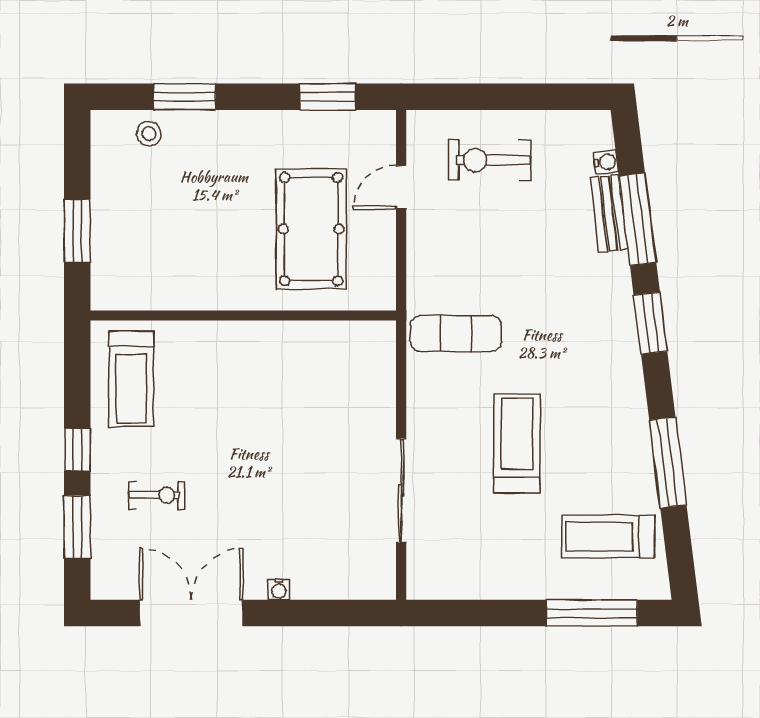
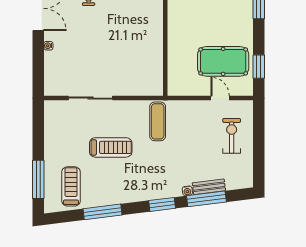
water cooler: (606, 162) -> (187, 191), moved
pool table: (311, 229) -> (223, 61), moved

